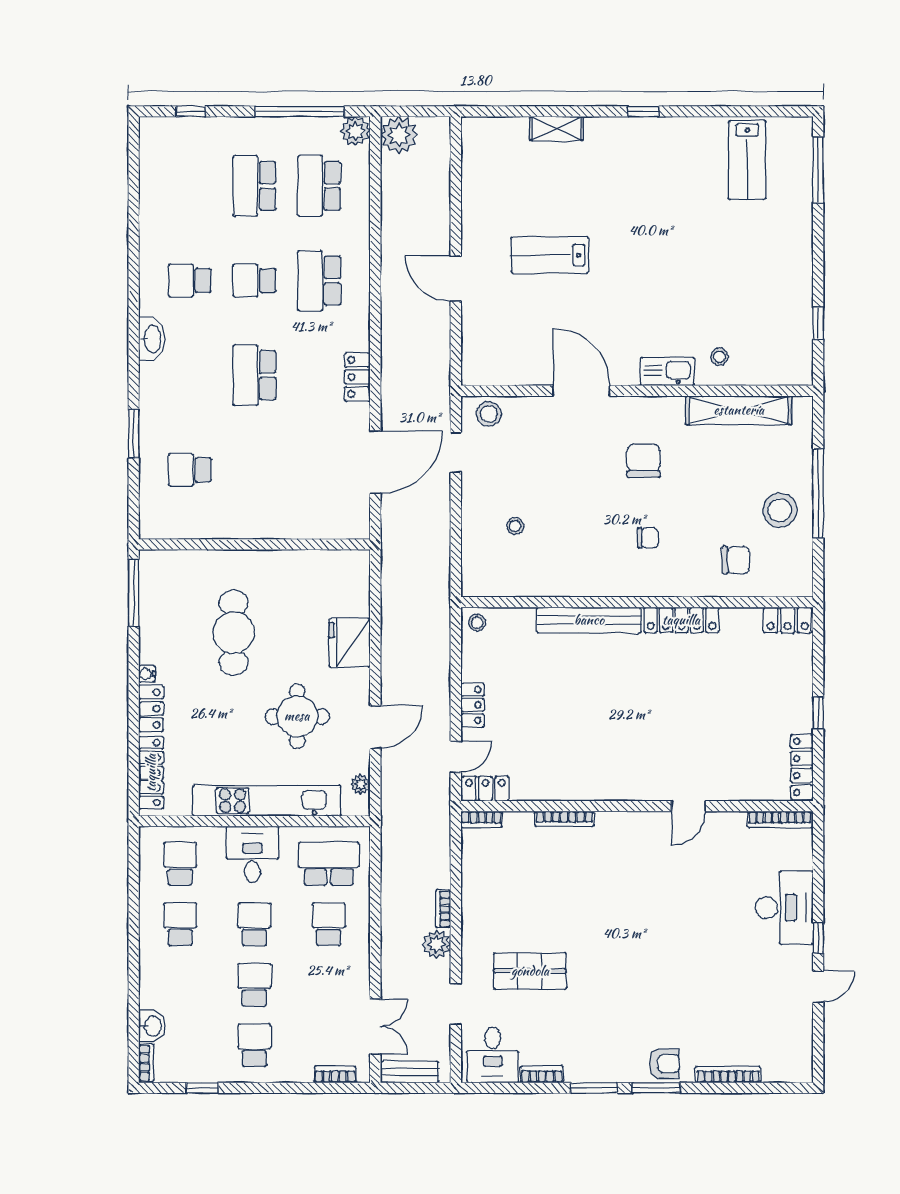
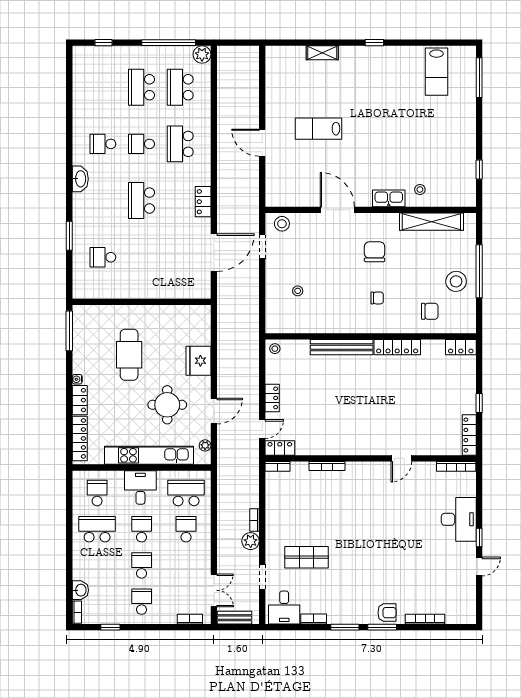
plant: (399, 135) -> (228, 57), removed
school desk: (180, 924) -> (97, 529), width x1.85

